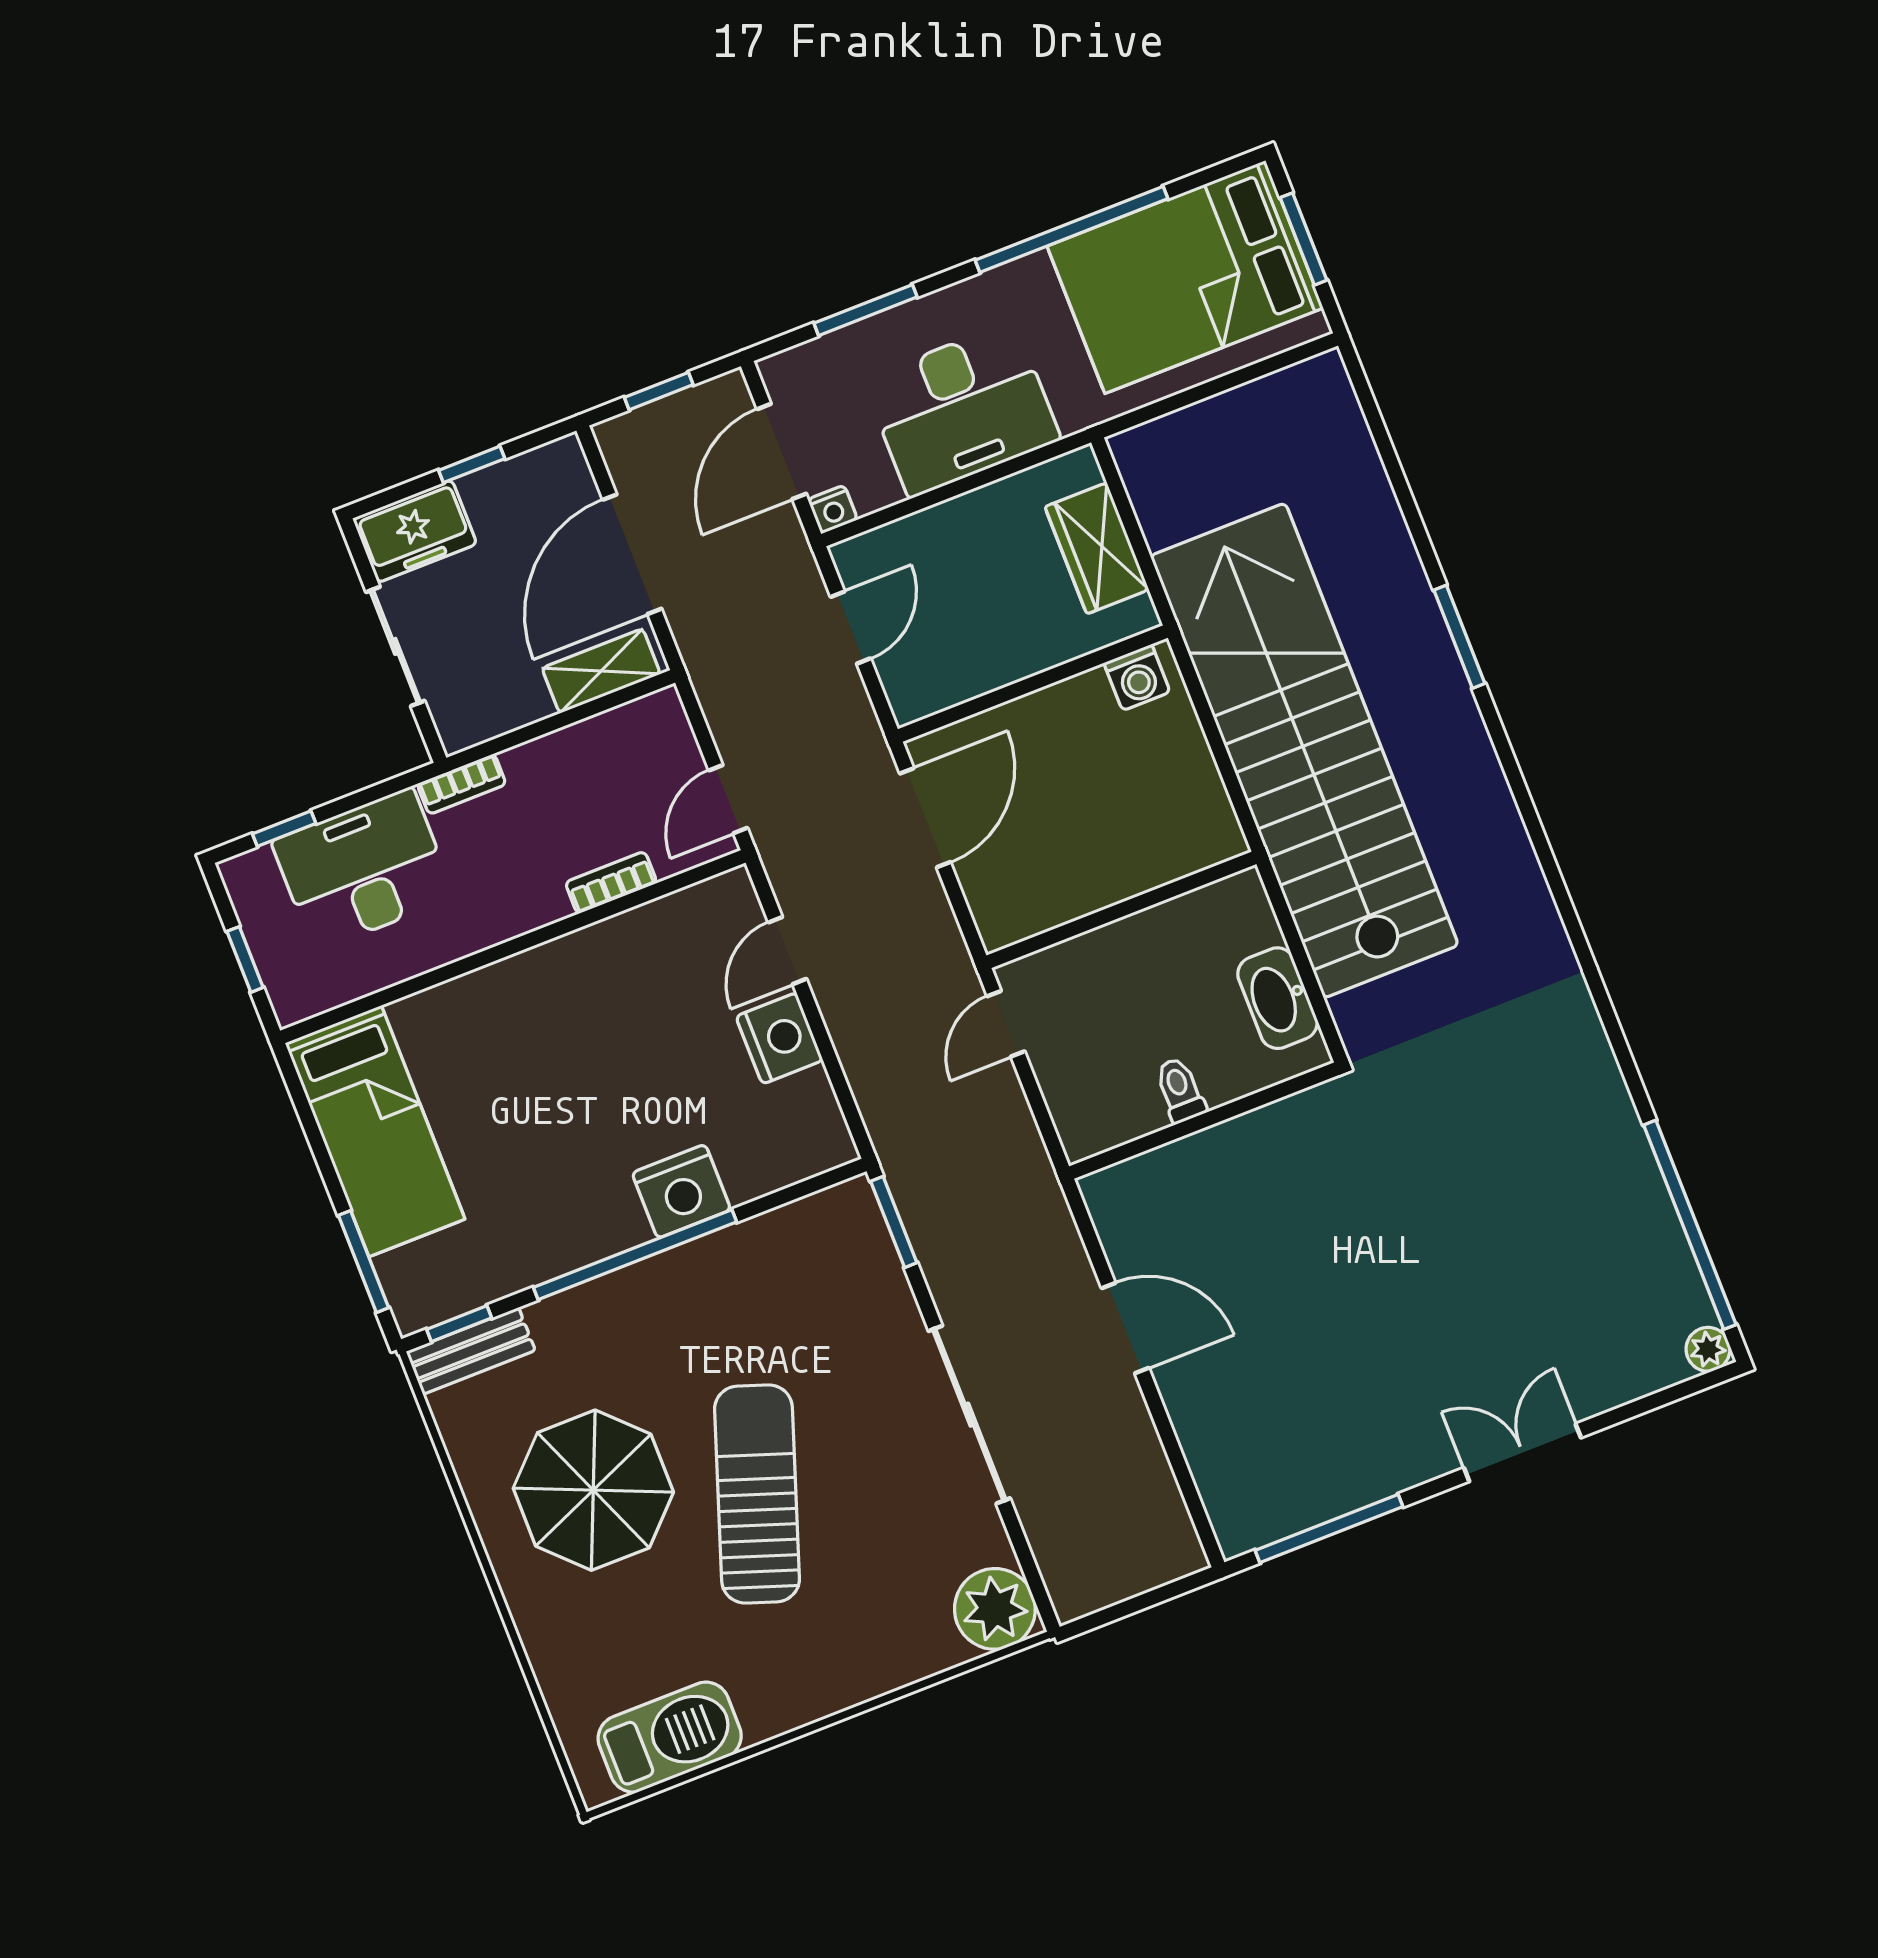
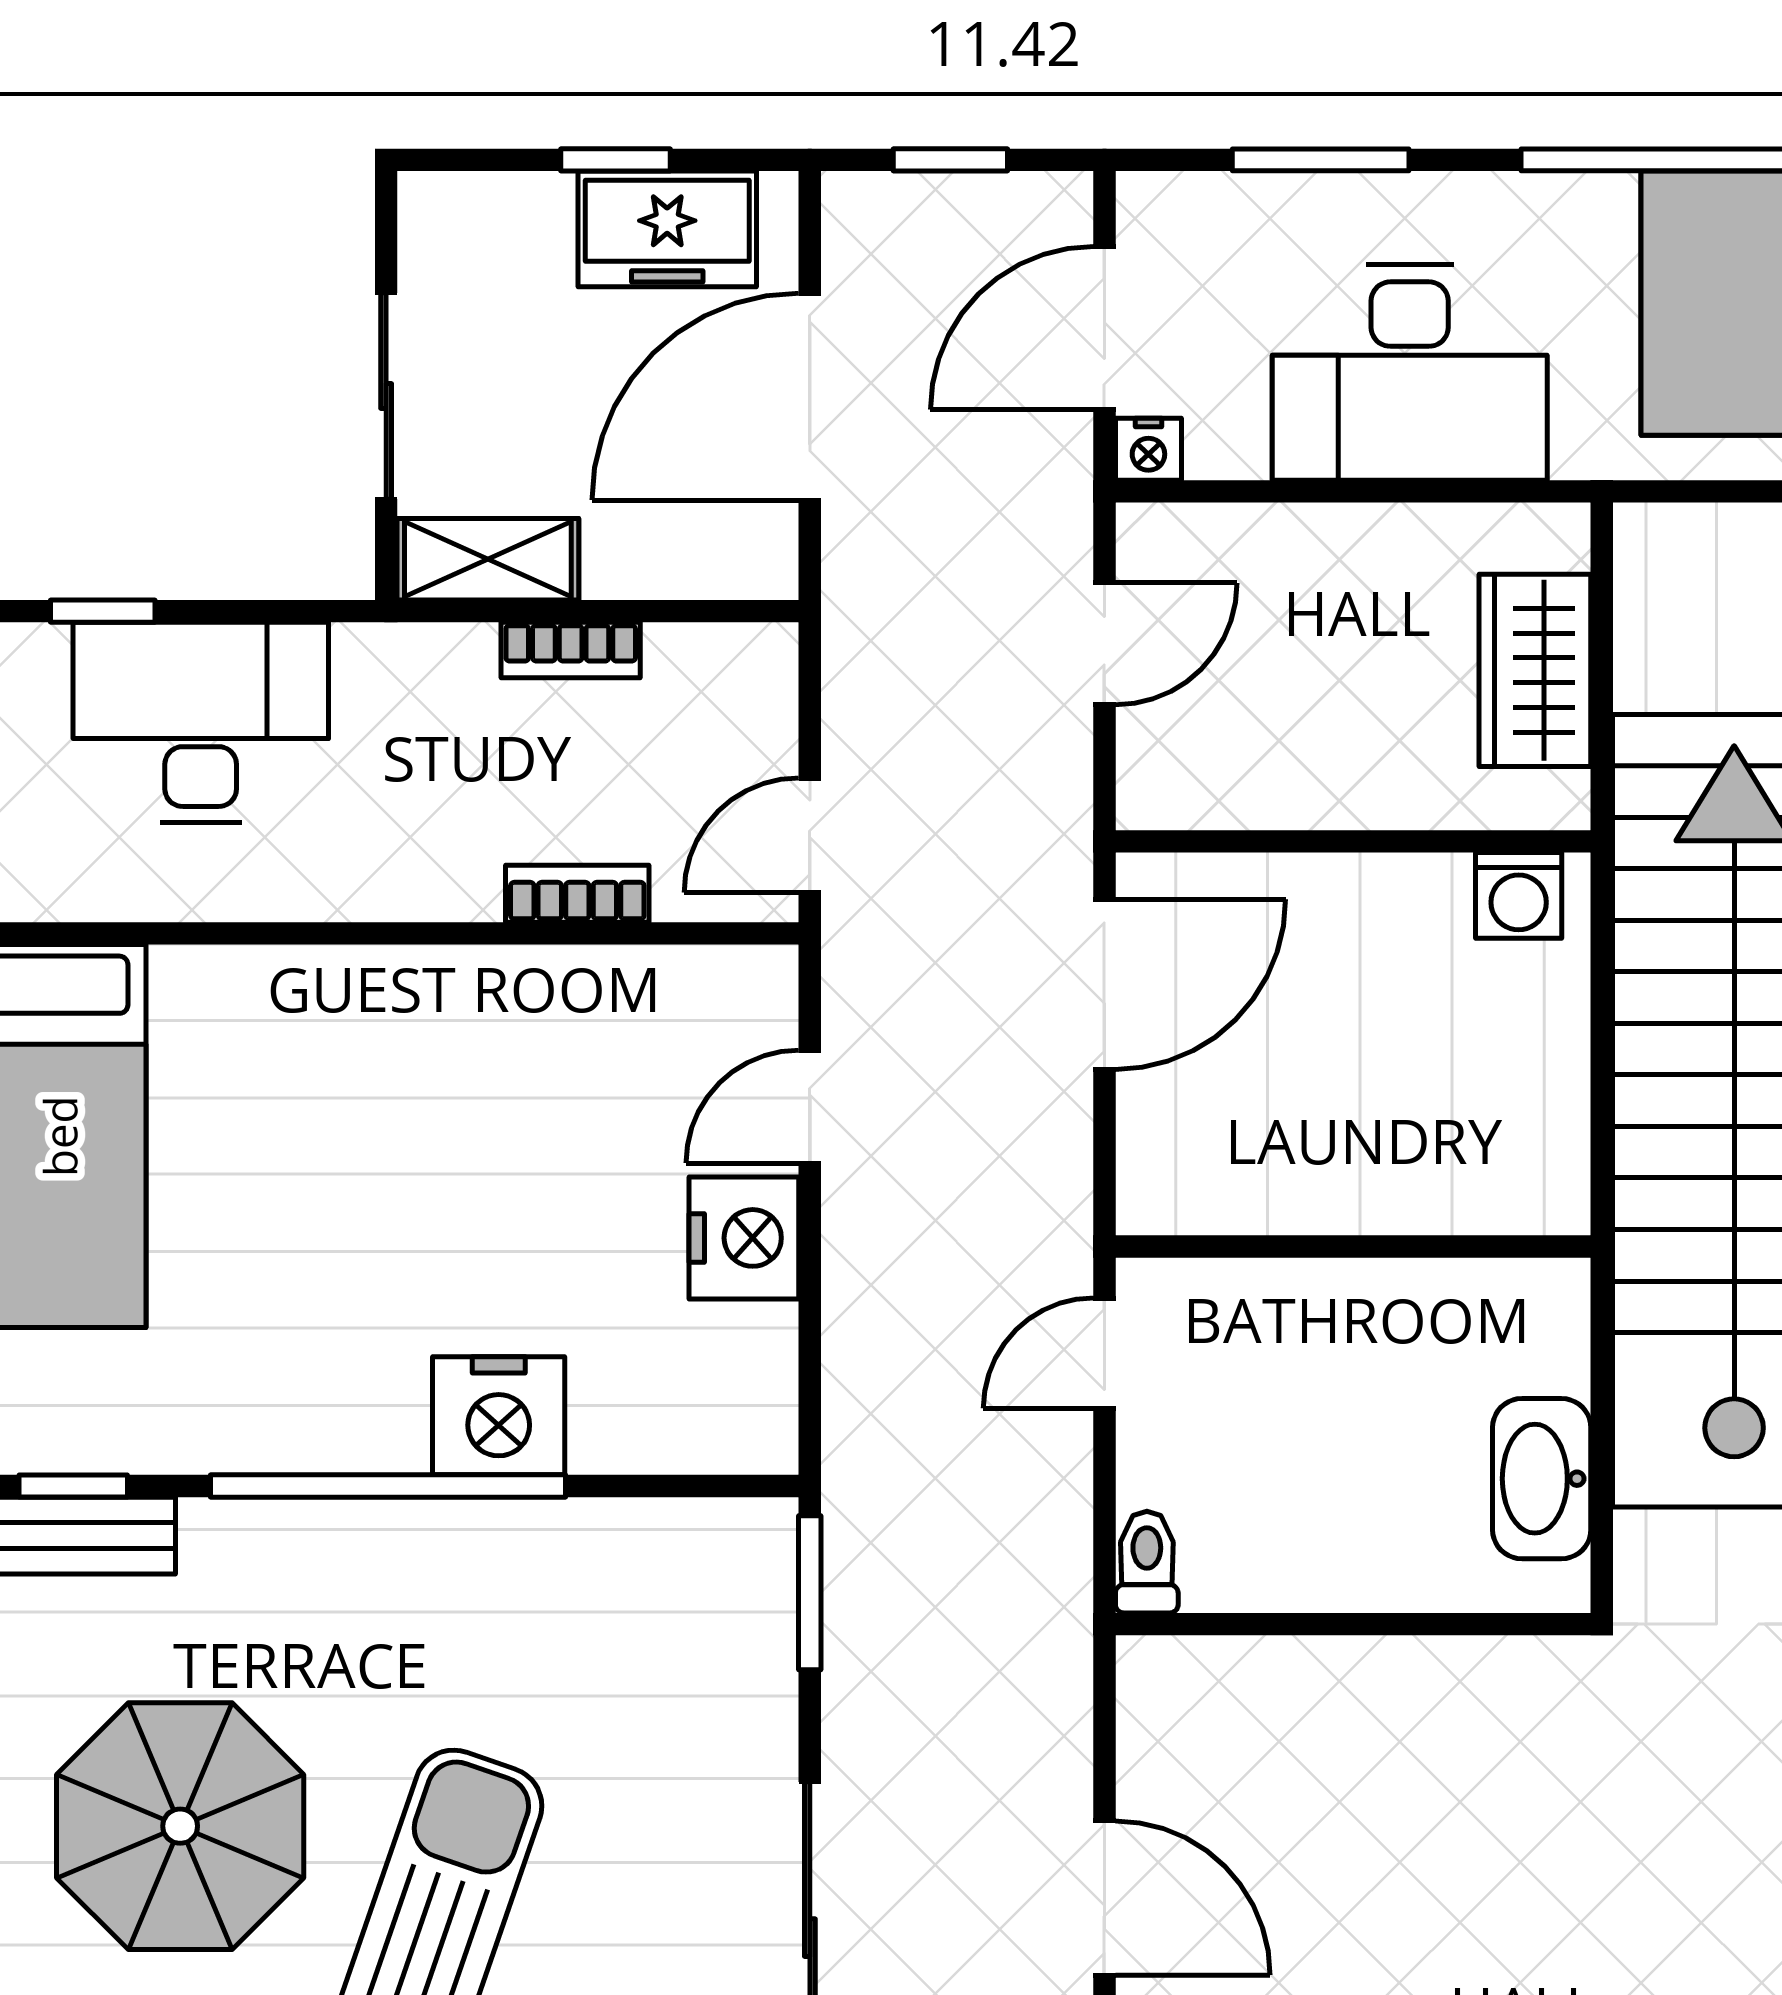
freezer: (415, 531) -> (667, 229), moved
shelving: (601, 671) -> (488, 559), moved
bookcase: (462, 784) -> (571, 650), moved
toilet: (1180, 1090) -> (1147, 1562), moved

